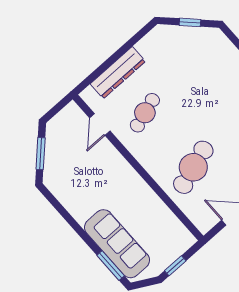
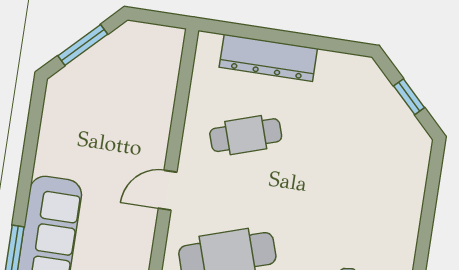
door: (100, 124) -> (168, 190), moved

